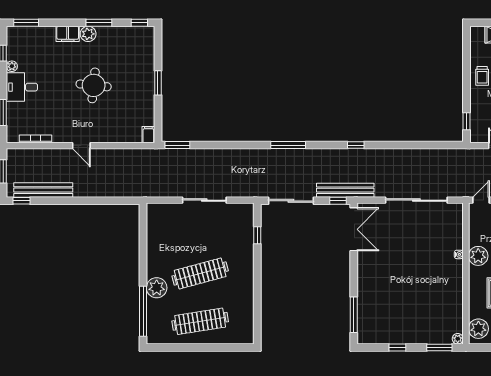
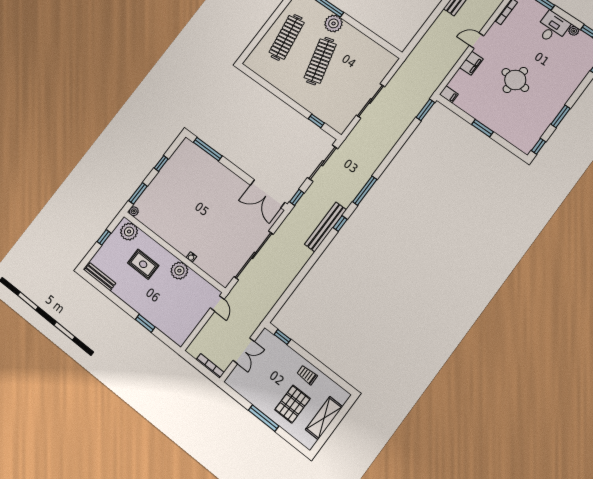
filing cabinet: (68, 34) -> (471, 63), moved, turned 180
plant: (88, 34) -> (558, 103), removed
window: (356, 145) -> (340, 223), moved
bench: (345, 190) -> (326, 227), moved

